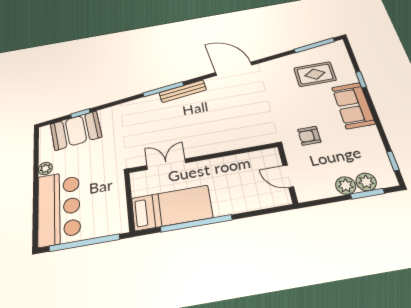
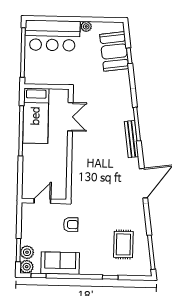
sofa: (353, 105) -> (60, 263), moved
armchair: (309, 136) -> (71, 225), turned 90
plant: (346, 185) -> (27, 267), moved

